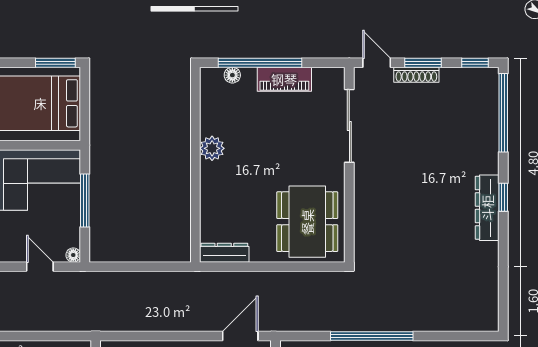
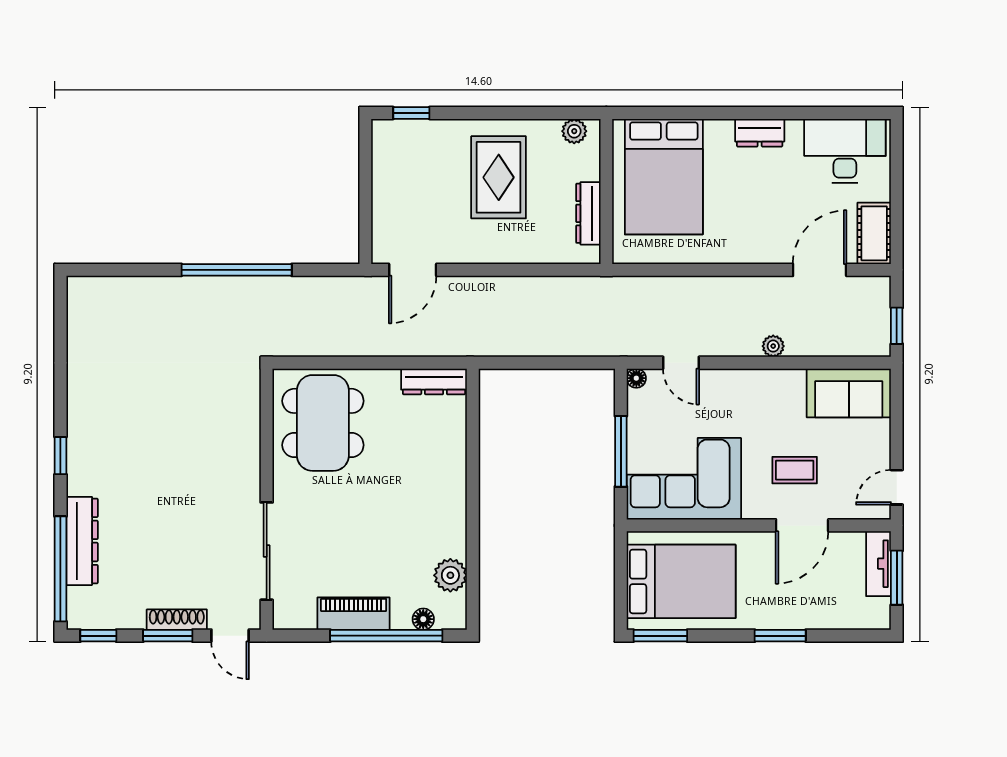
plant: (212, 148) -> (450, 575), moved
dresser: (487, 208) -> (82, 541), moved

